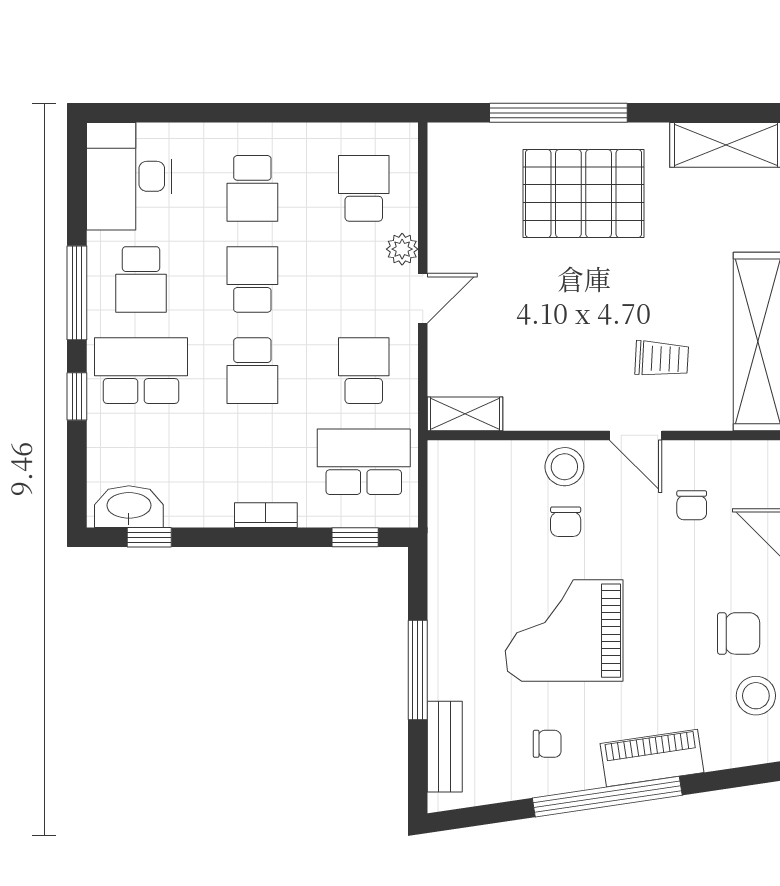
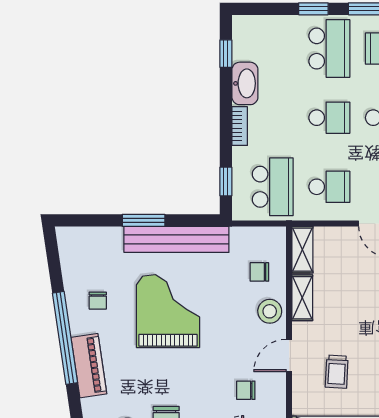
school desk: (252, 371) -> (329, 118), turned 180
shelving: (543, 414) -> (302, 298), added
washbasin: (129, 507) -> (245, 83), moved
chair: (566, 522) -> (259, 272), moved
window: (418, 670) -> (144, 220), width x0.69
bench: (445, 747) -> (176, 239), moved, width x1.86, depth x1.21

